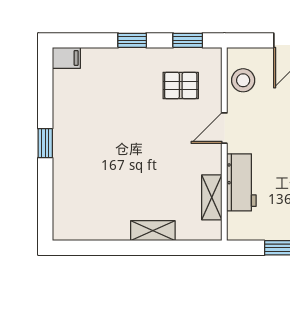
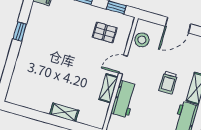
window: (45, 143) -> (20, 32), moved
shelving: (212, 197) -> (108, 88), moved

